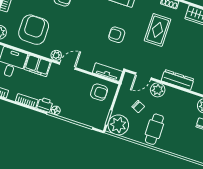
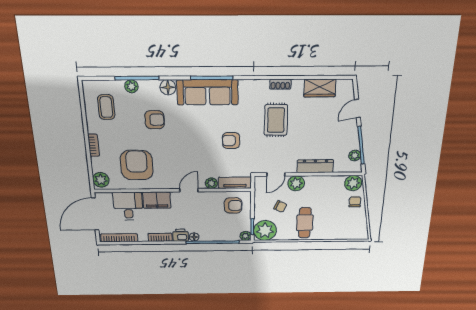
plant: (56, 55) -> (211, 183), moved
plant: (100, 124) -> (246, 236), added

